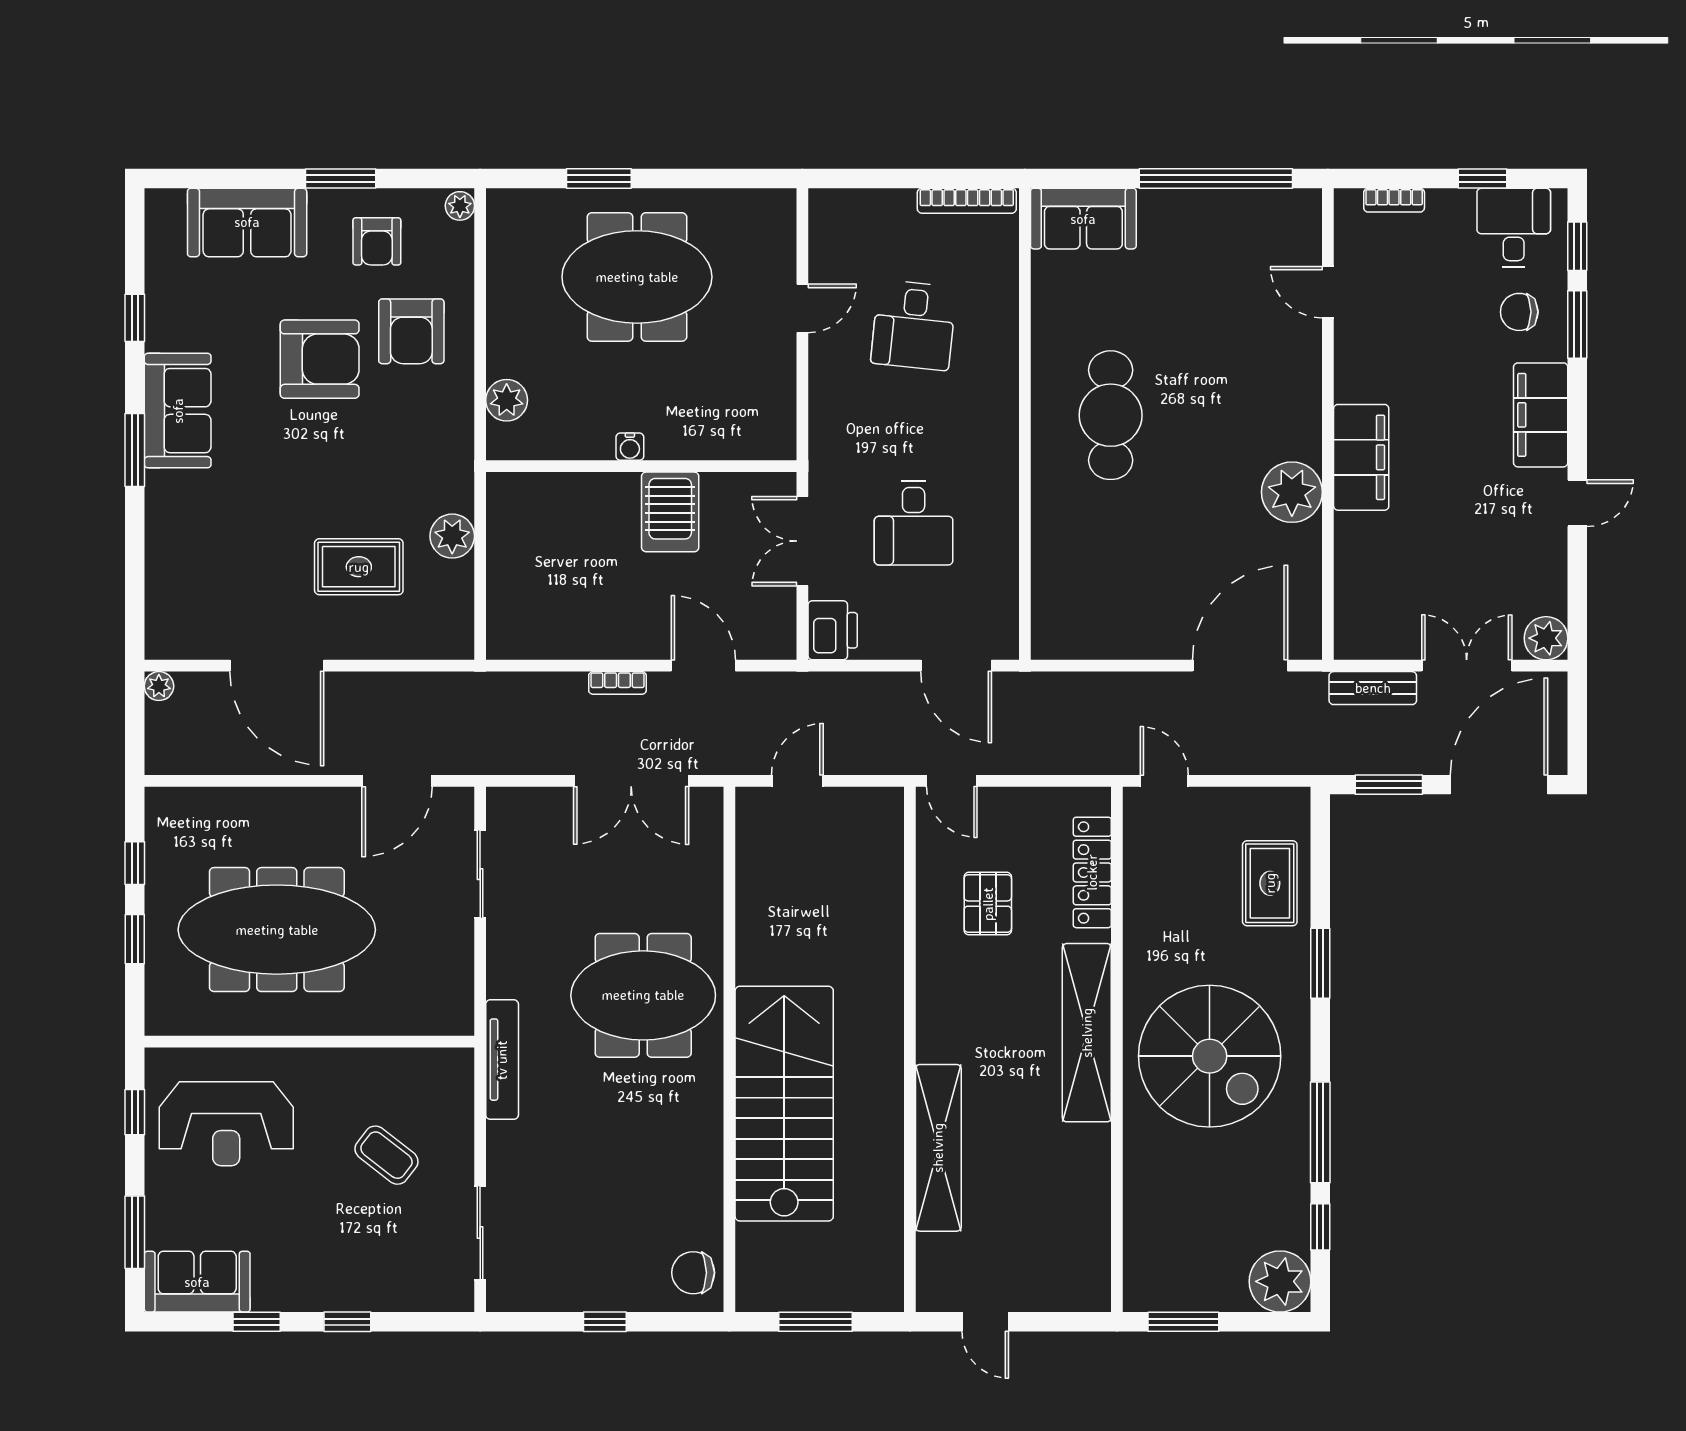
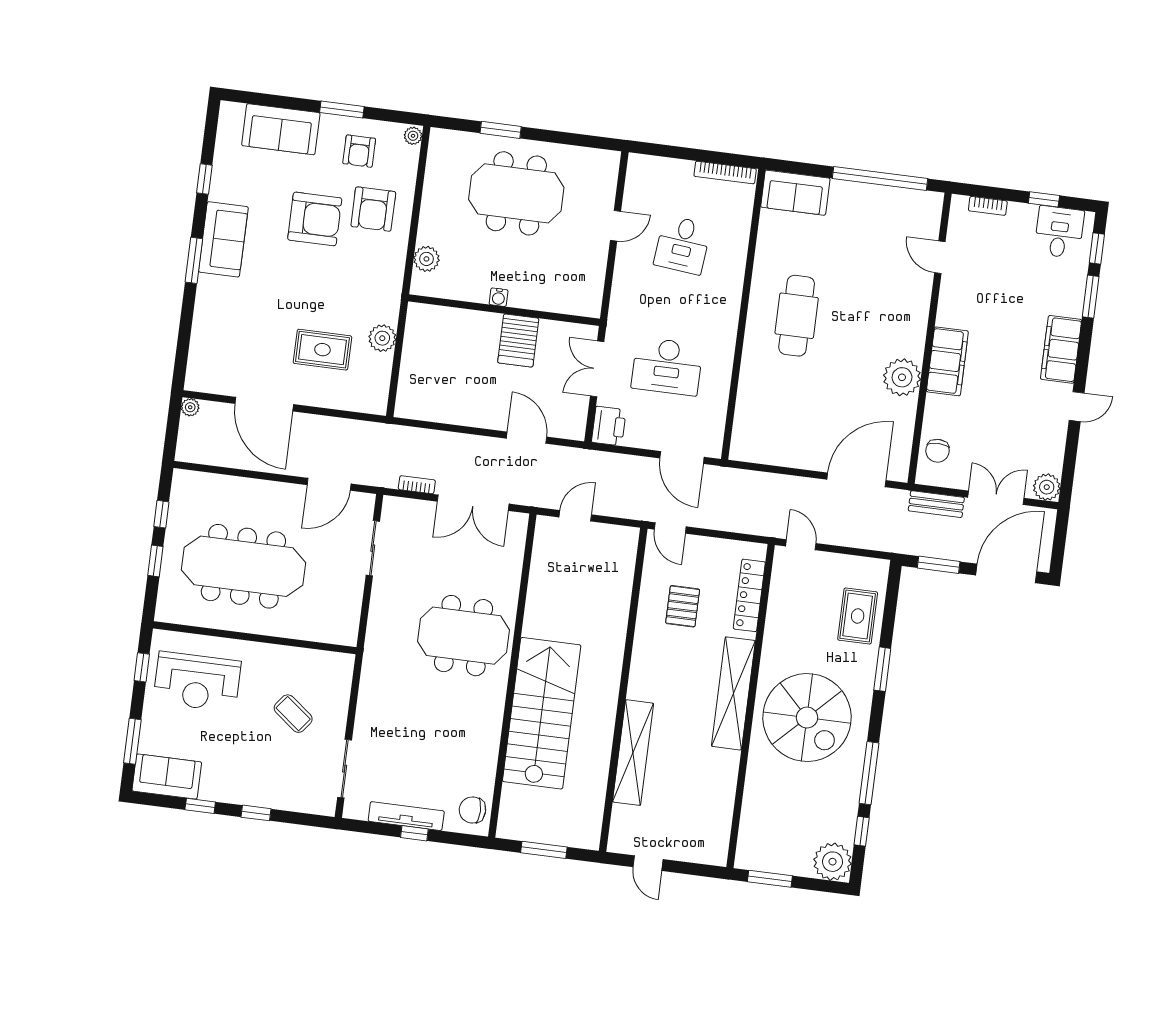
chair: (1519, 312) -> (938, 451), moved, turned -90
desk: (914, 523) -> (667, 366), width x1.37
bookcase: (617, 683) -> (417, 485), moved, turned 180
tv unit: (502, 1060) -> (406, 816), moved, turned -90

